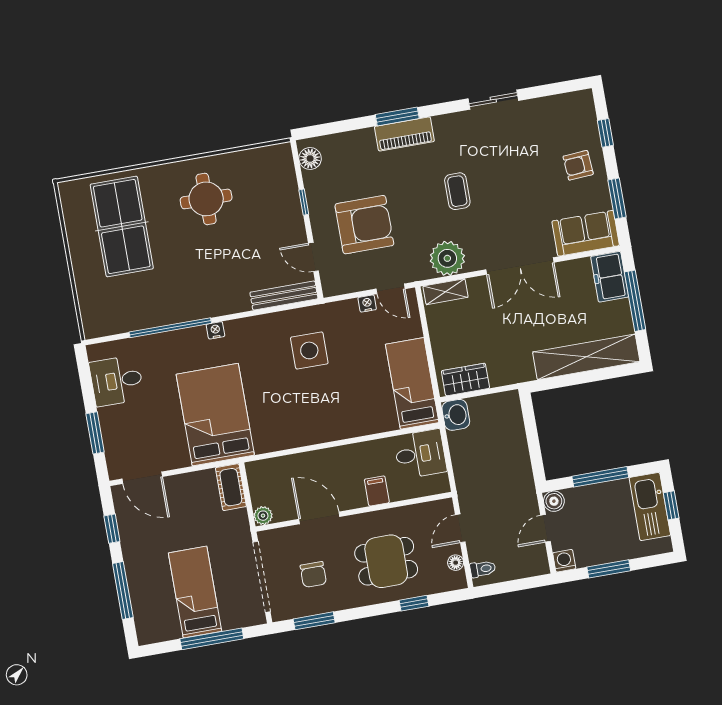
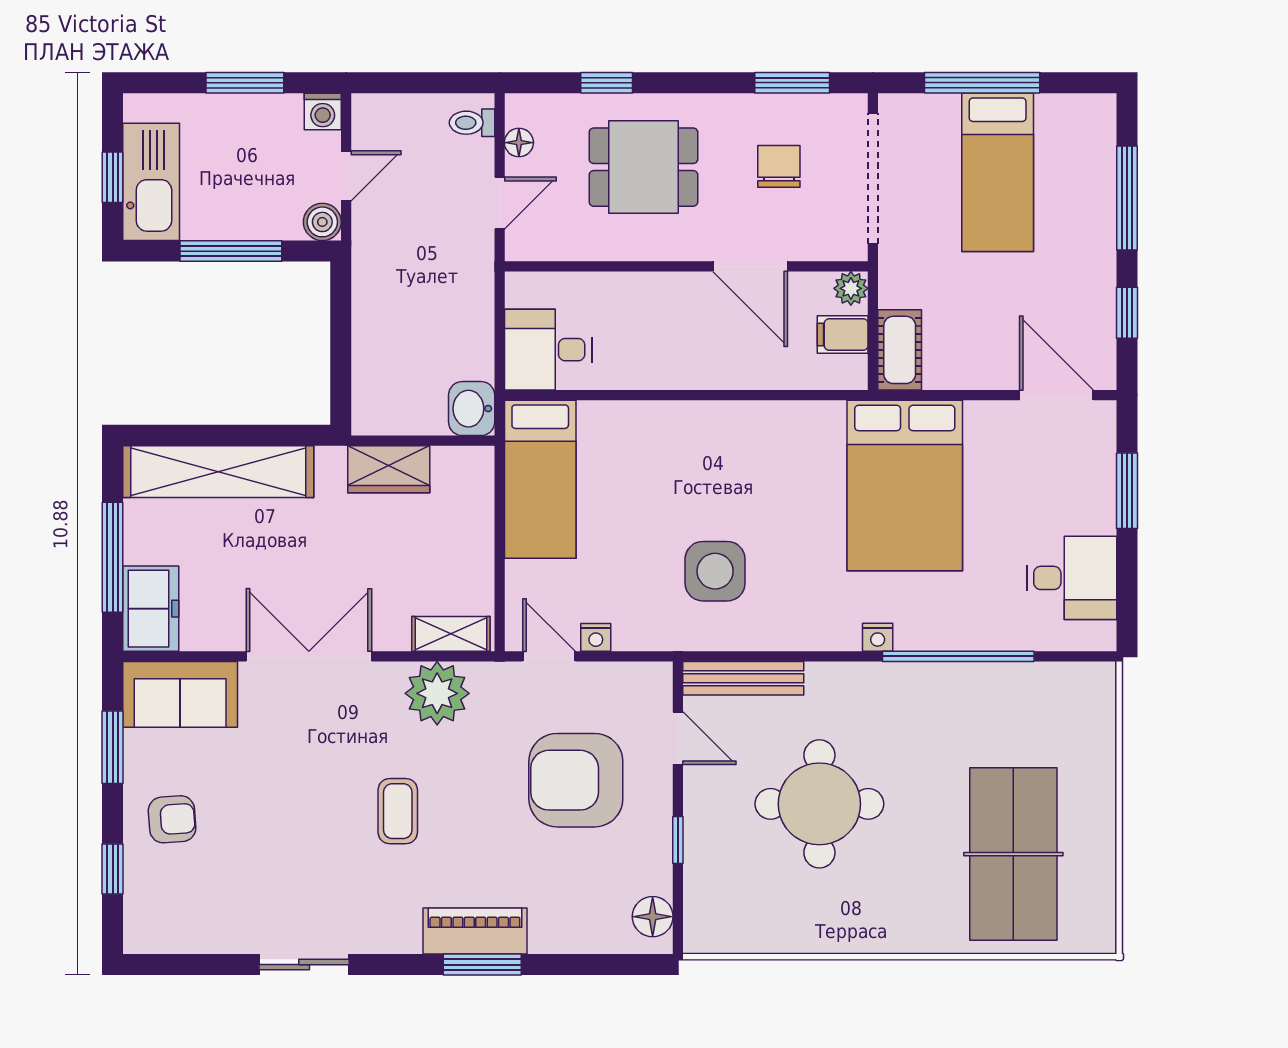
round table: (206, 199) -> (819, 804), moved, width x1.36, depth x1.36
wardrobe: (465, 379) -> (389, 469), moved
filing cabinet: (377, 491) -> (843, 335), moved, turned 90

